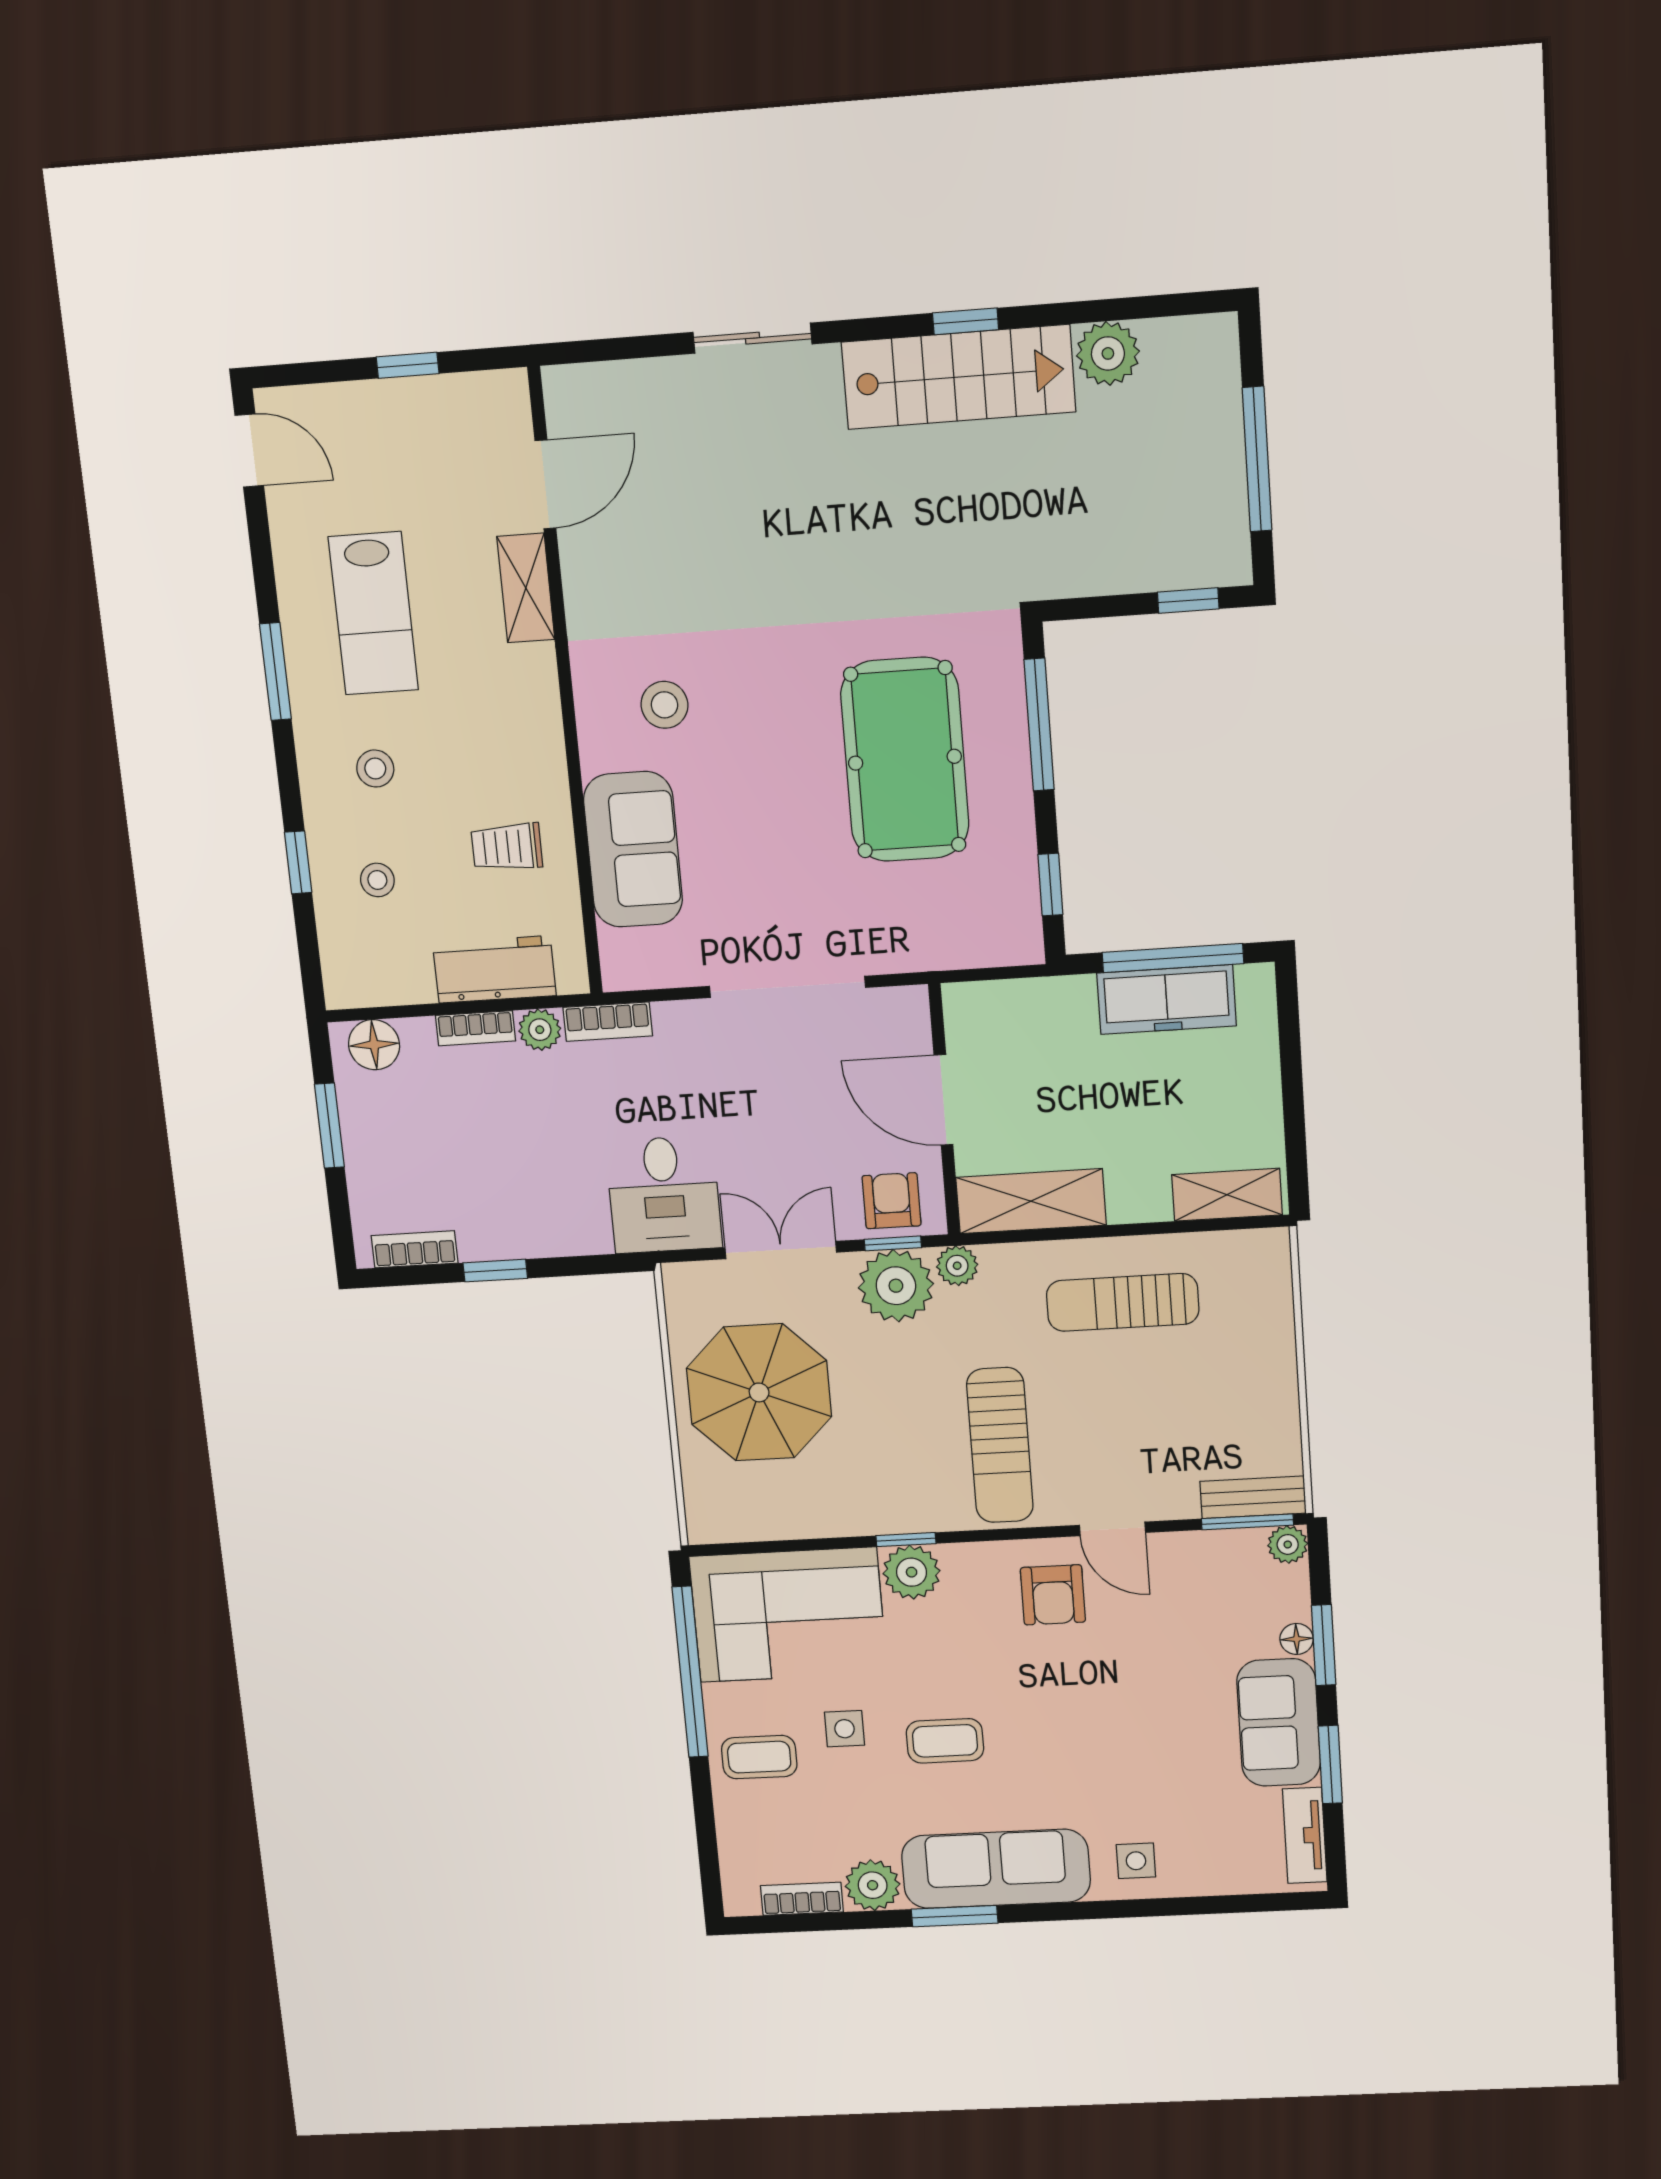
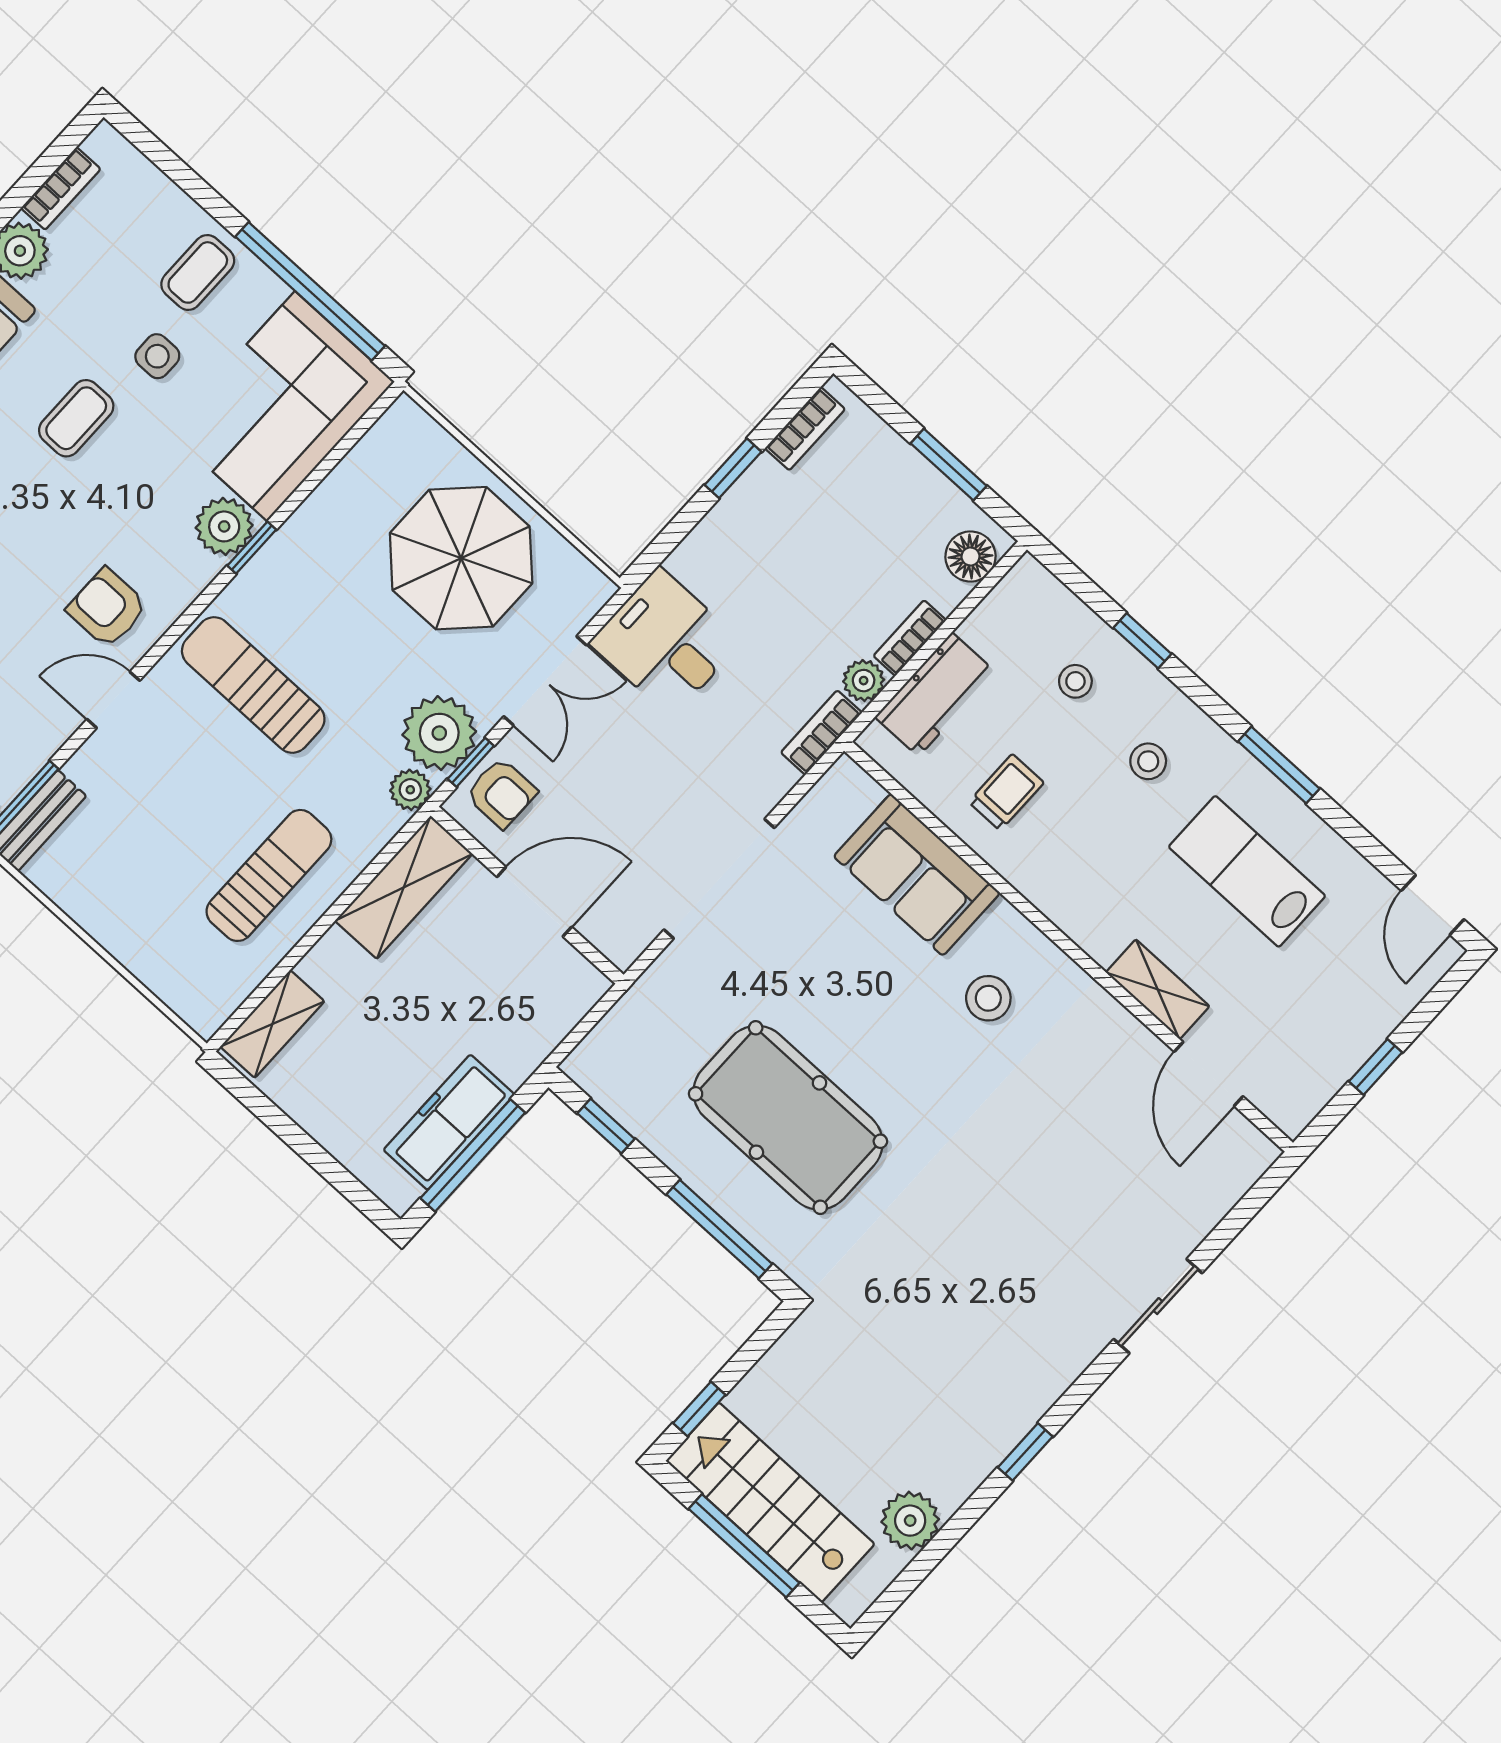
stairs: (959, 377) -> (770, 1502), moved, turned 90
door: (249, 451) -> (1433, 905), hinge flipped

